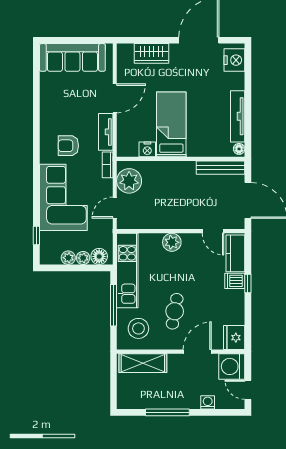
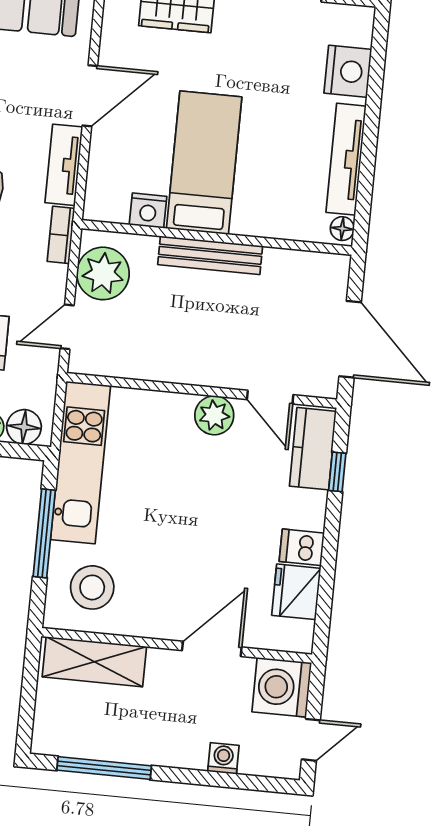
nightstand: (234, 60) -> (348, 71), moved
bench: (220, 168) -> (210, 255), moved
plant: (172, 242) -> (214, 415), moved
dishwasher: (235, 281) -> (302, 547), moved
window: (248, 283) -> (337, 472), moved
cafe table: (175, 311) -> (172, 559), removed
fridge: (234, 338) -> (296, 592), moved
door: (248, 390) -> (311, 740), swing flipped
window: (167, 412) -> (104, 768), moved

